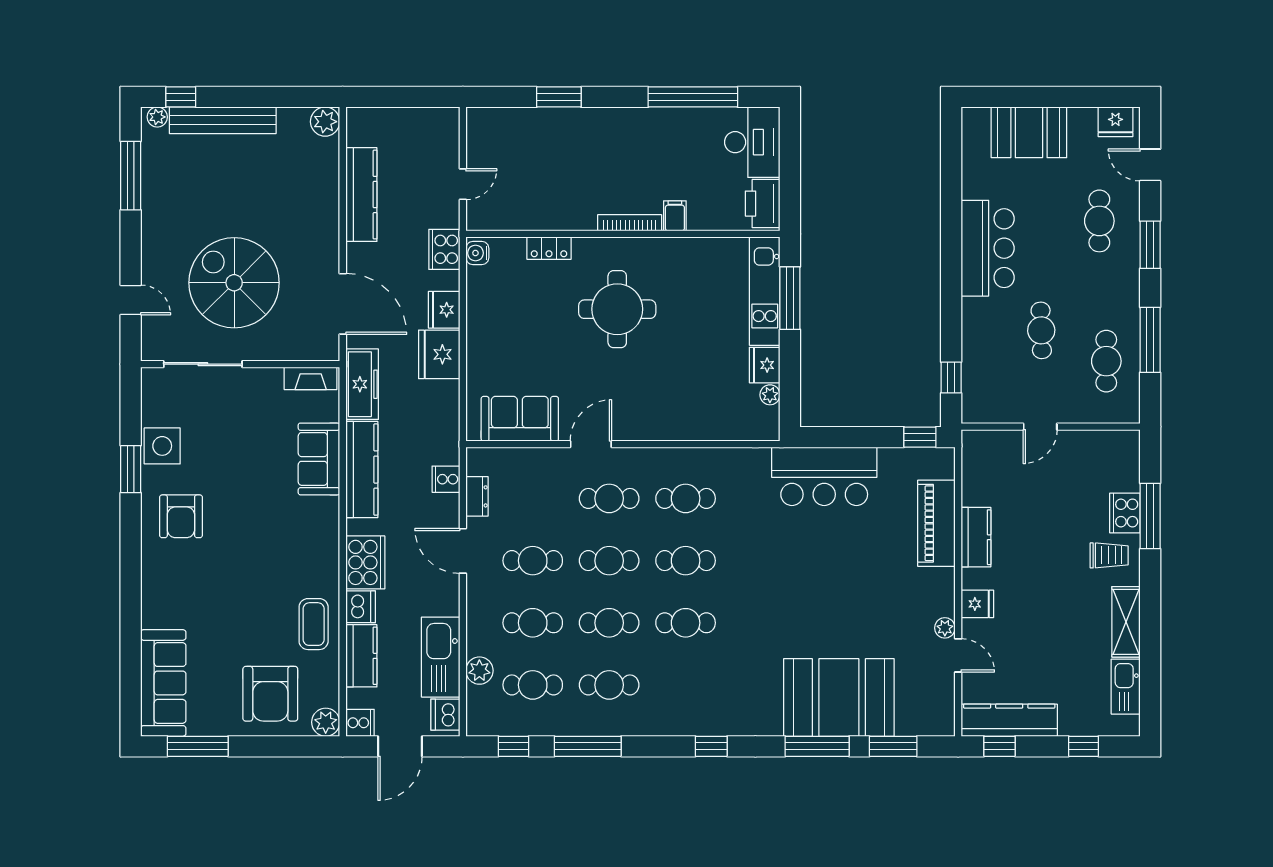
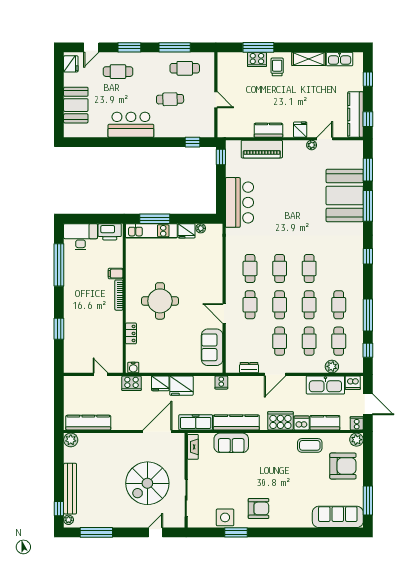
kitchen counter: (361, 195) -> (88, 423), moved
cooker: (446, 479) -> (221, 382), moved

